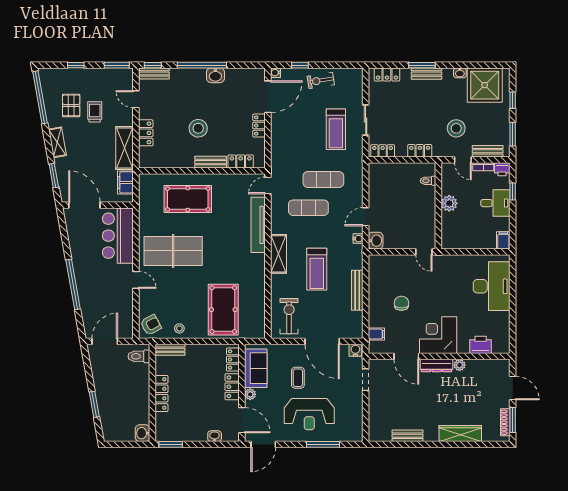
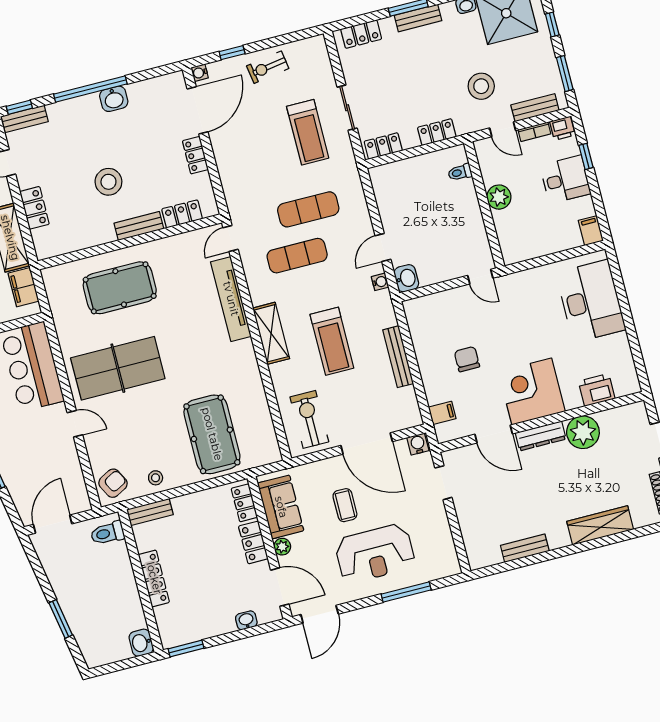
plant: (460, 365) -> (583, 432), width x1.87, depth x1.87

